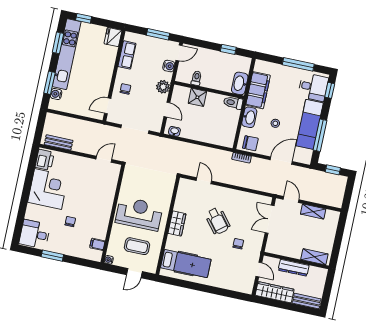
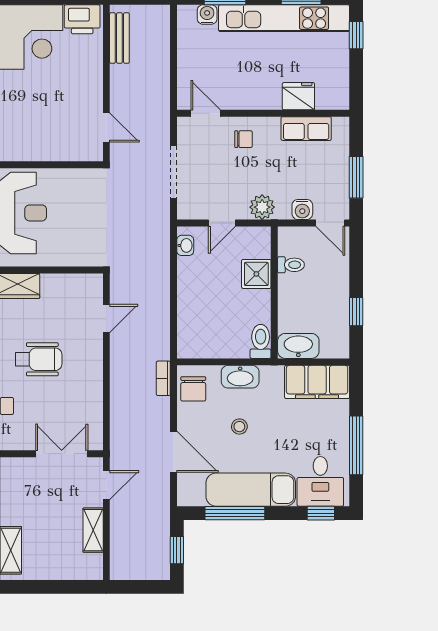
fridge: (113, 37) -> (298, 96), moved
filing cabinet: (258, 90) -> (317, 382), moved
wheelchair: (218, 221) -> (39, 359), turned -141

